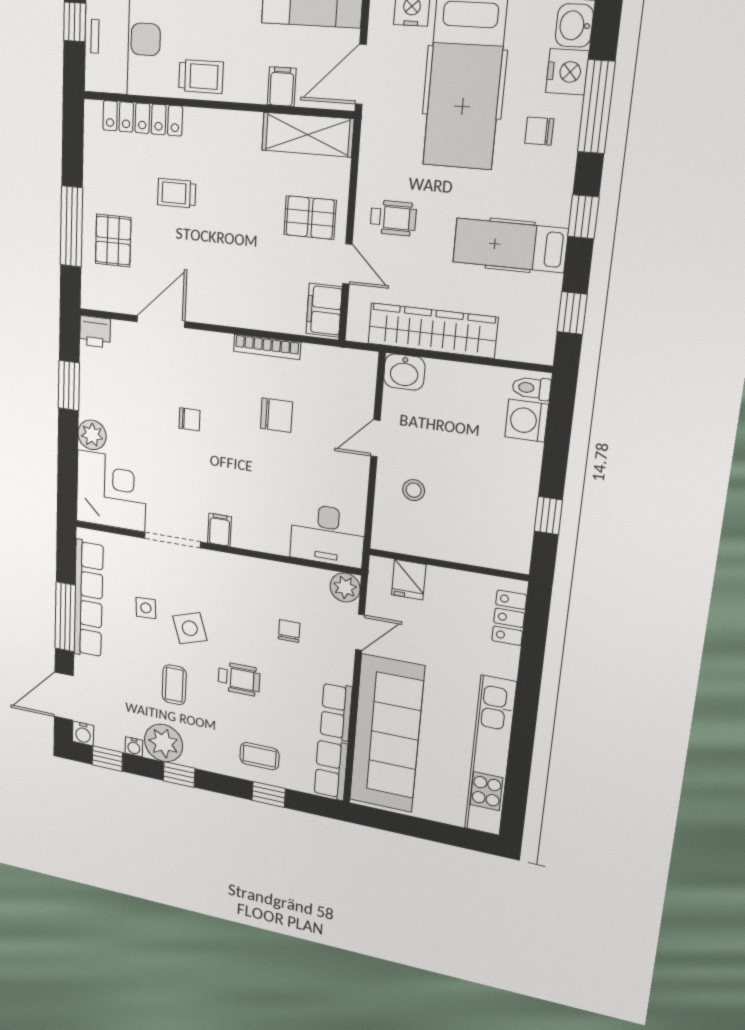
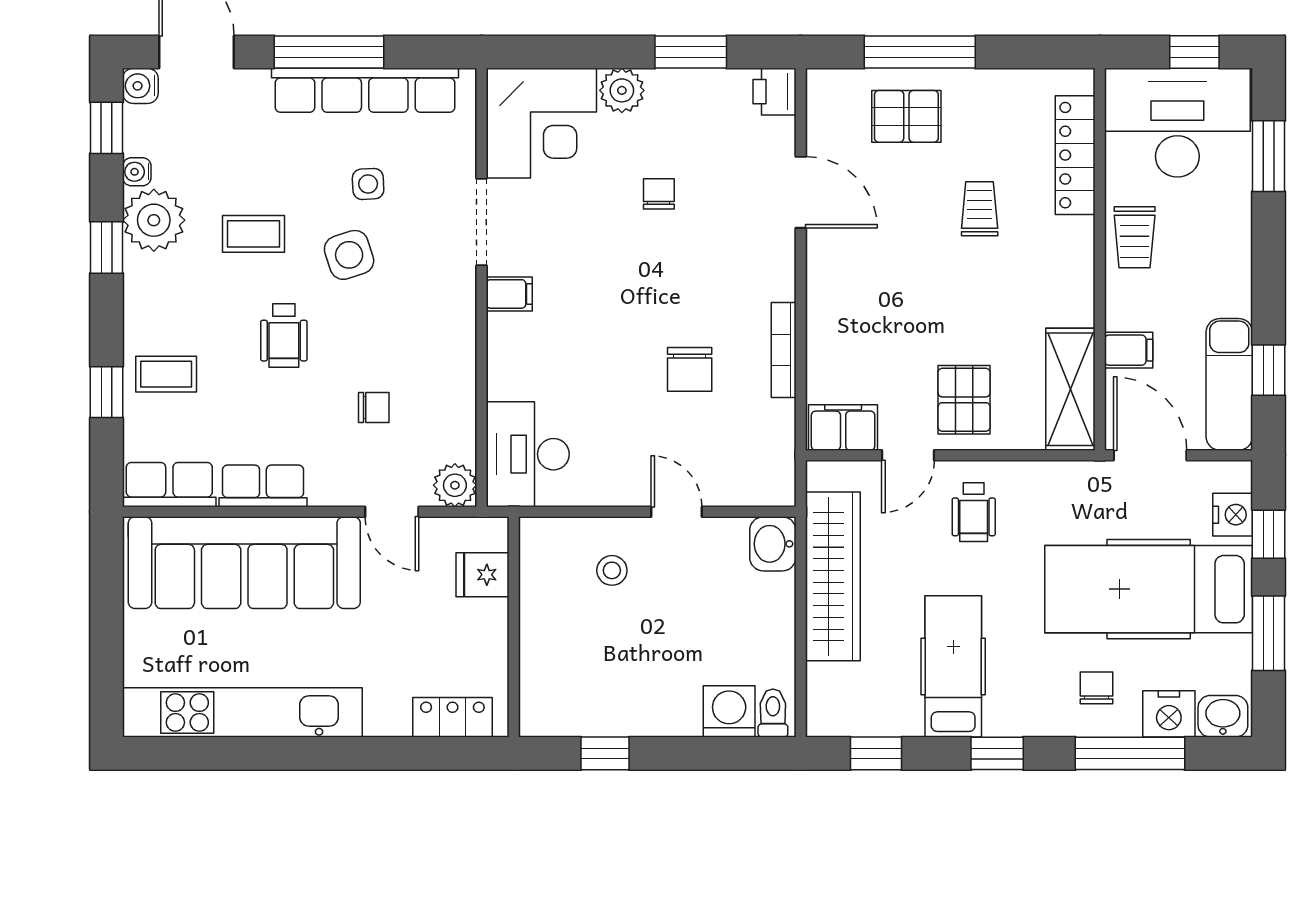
chair: (189, 419) -> (659, 194), moved, turned 180
coffee table: (260, 756) -> (166, 374), turned 90

